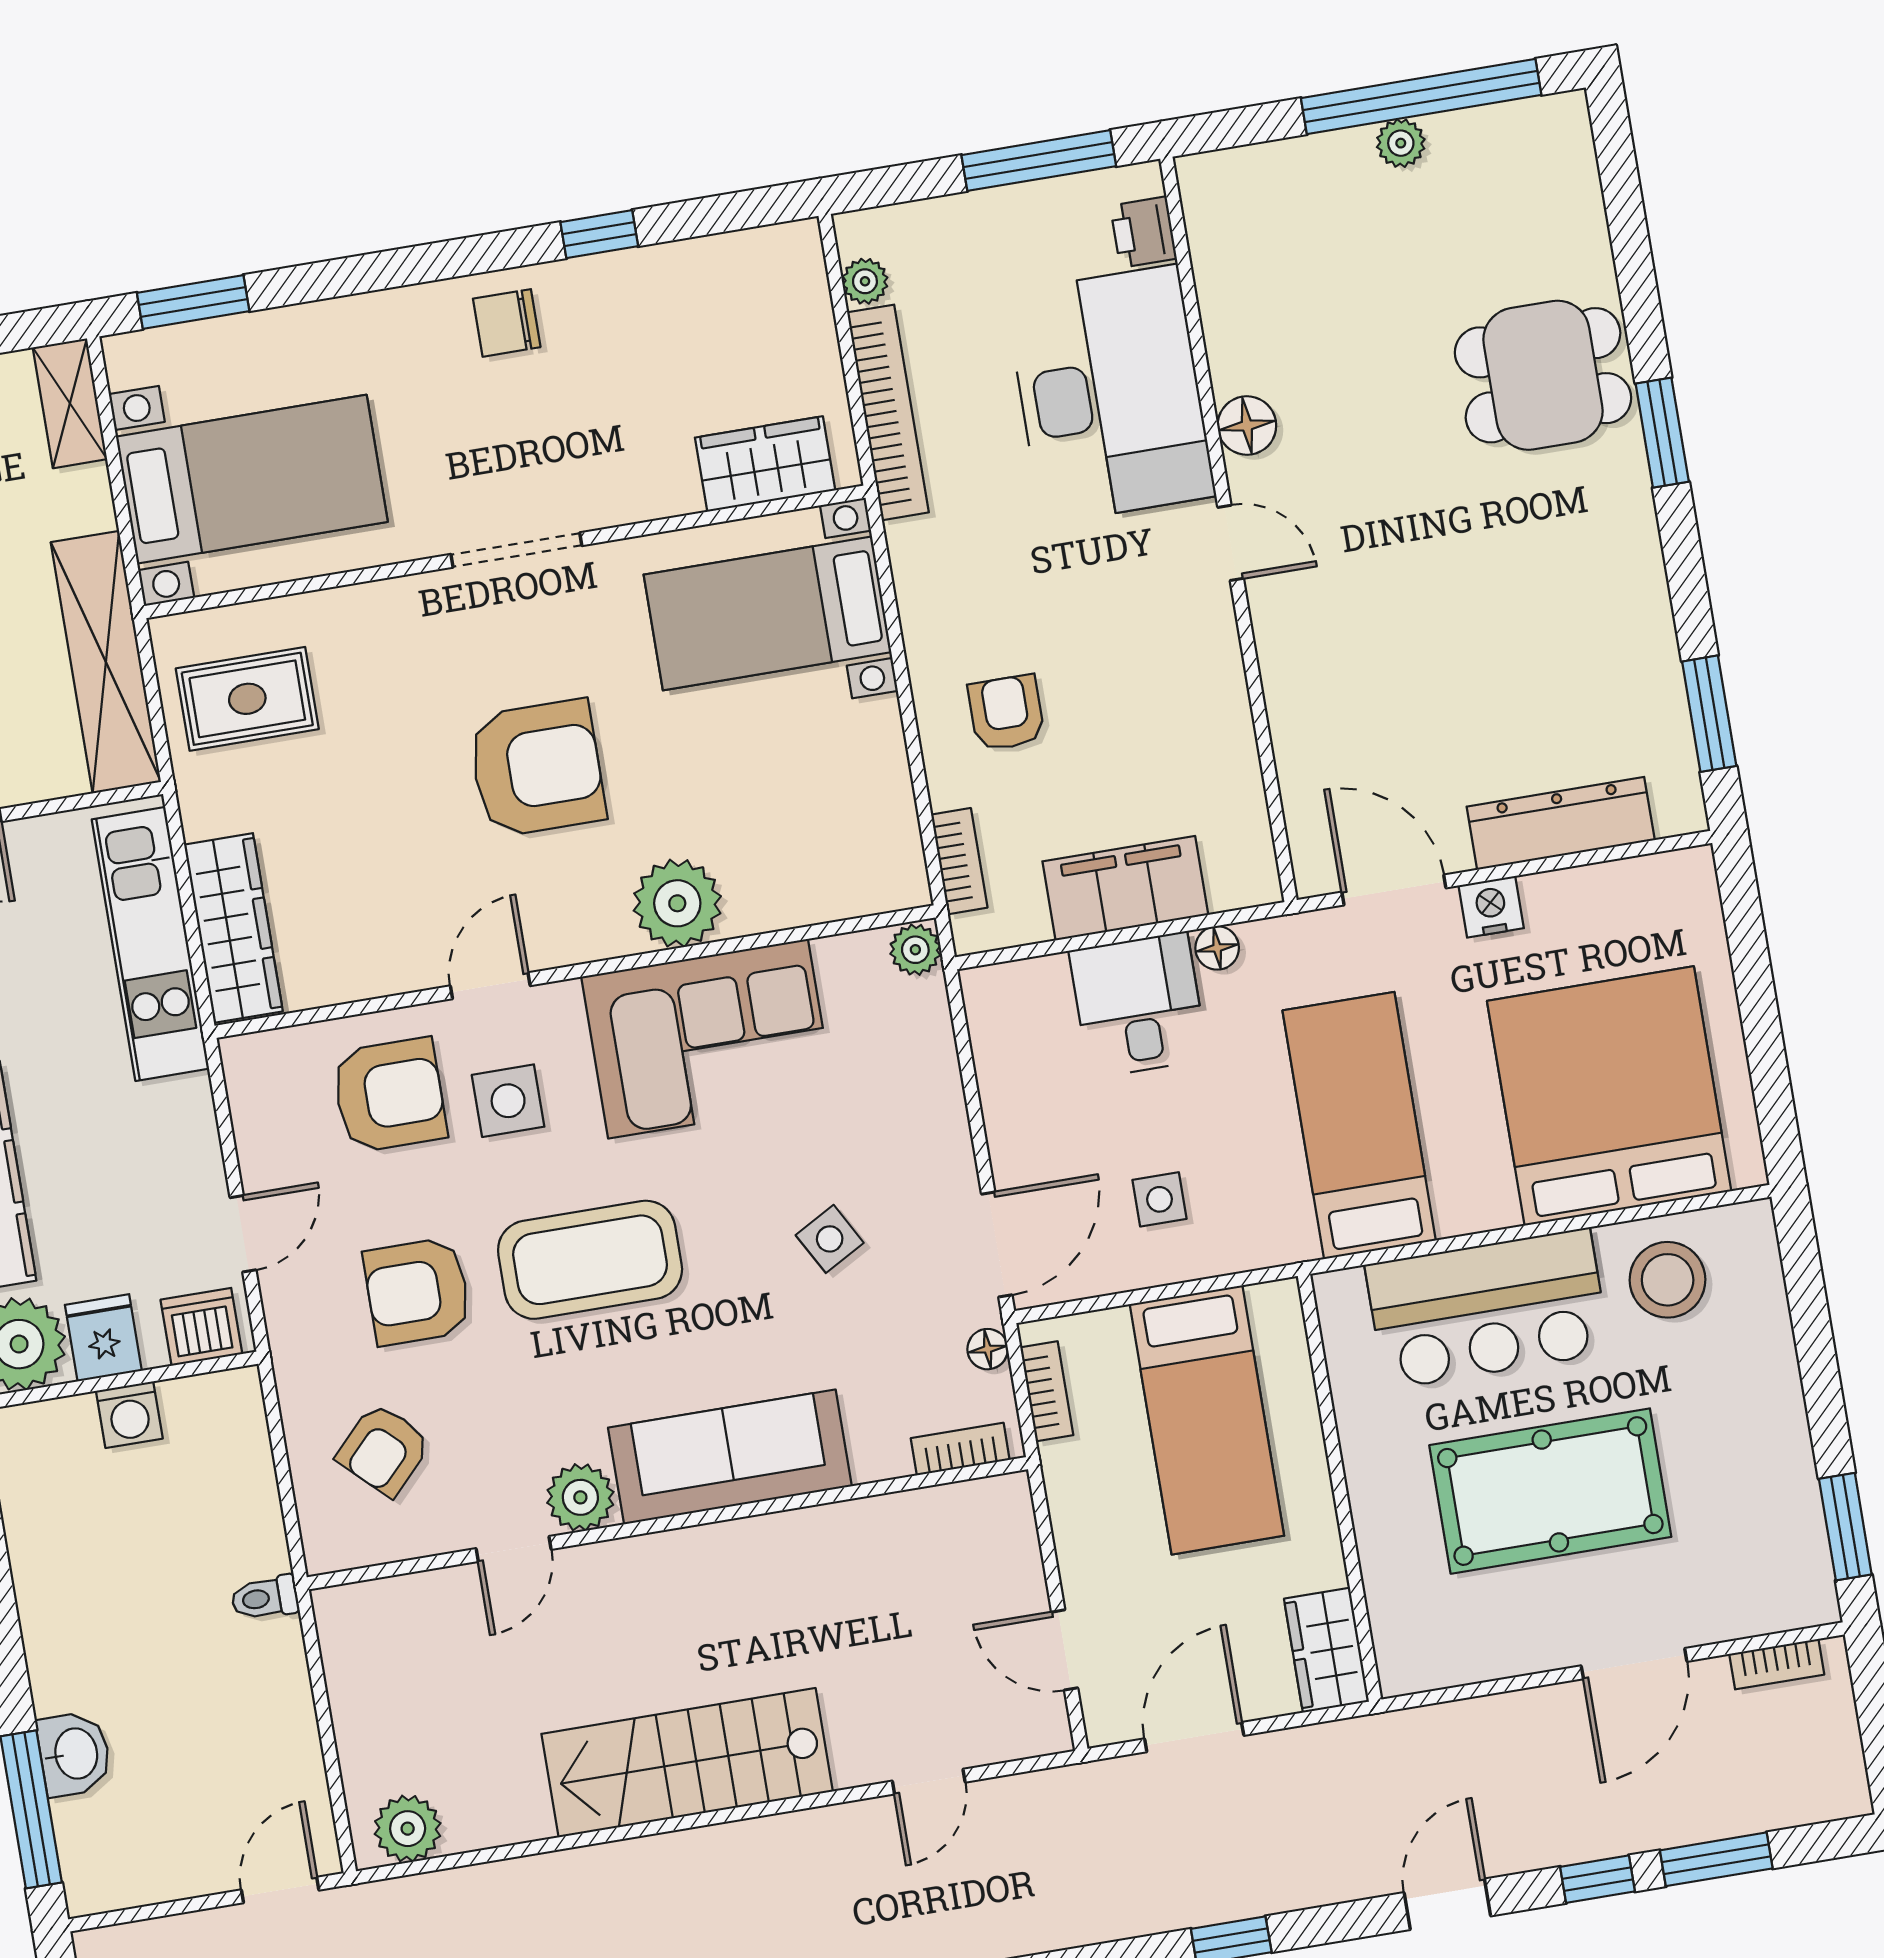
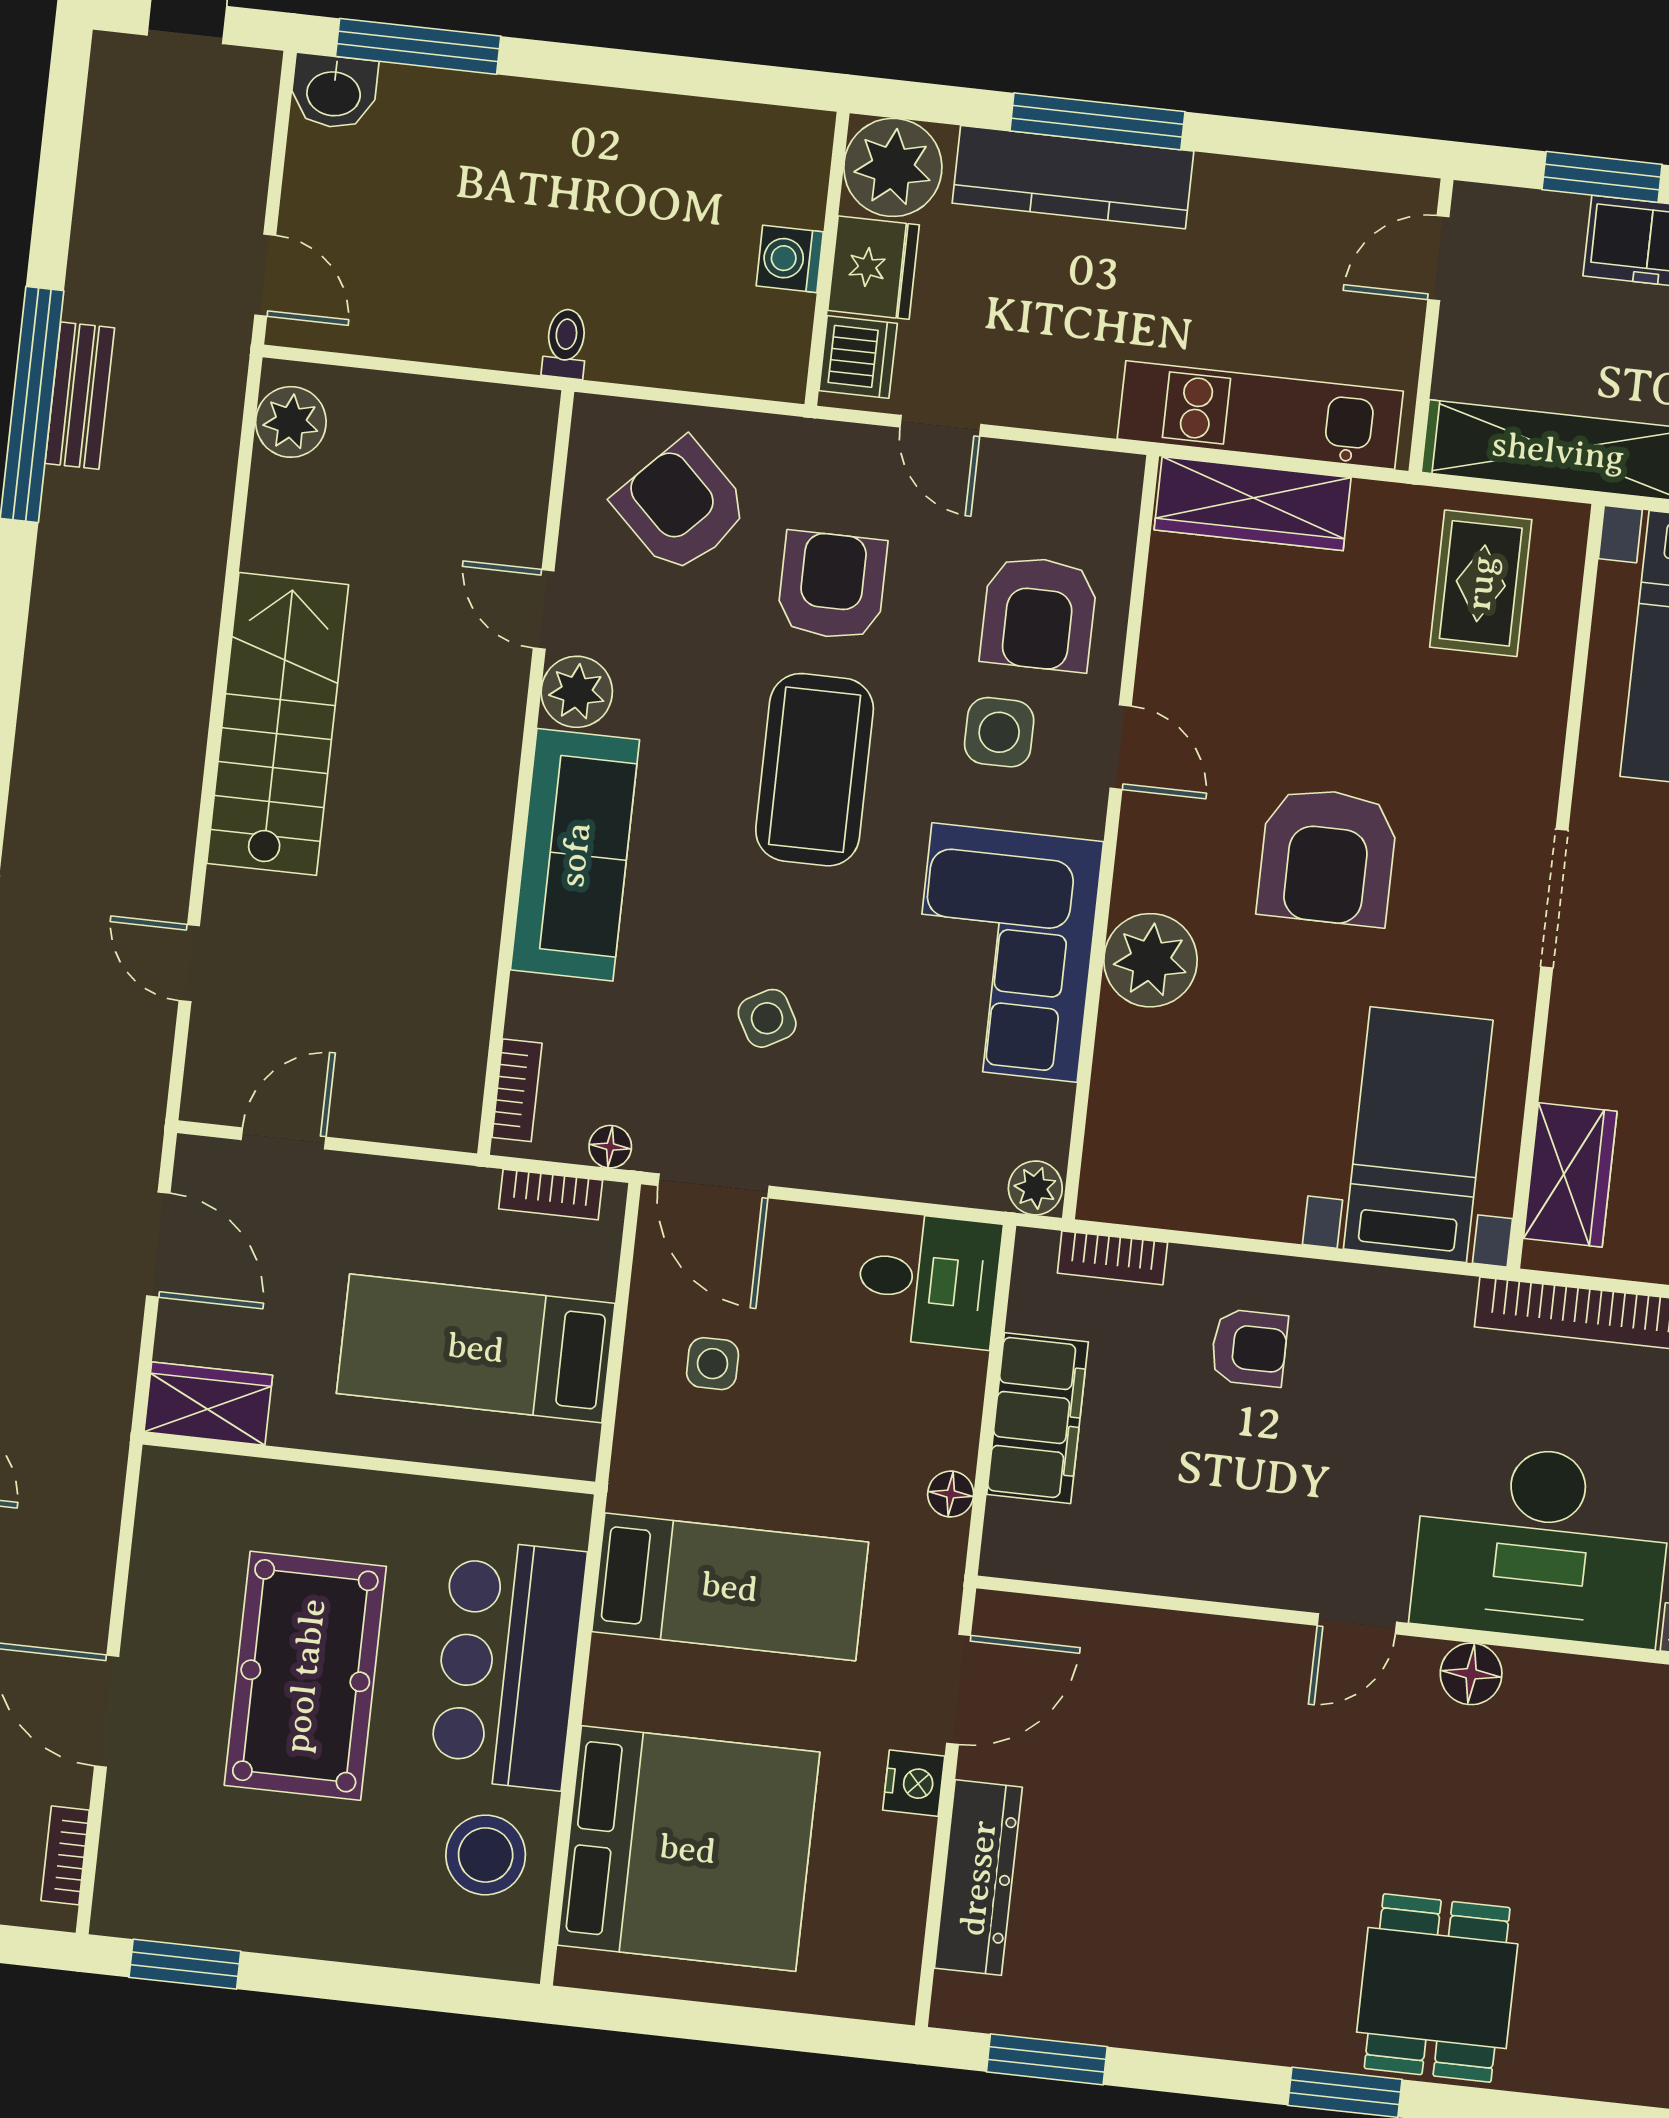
desk: (1138, 1005) -> (928, 1280), moved
fridge: (103, 1338) -> (874, 268), width x1.38
armchair: (384, 1450) -> (681, 506), width x1.38, depth x1.38
washbasin: (74, 1754) -> (334, 92), moved

